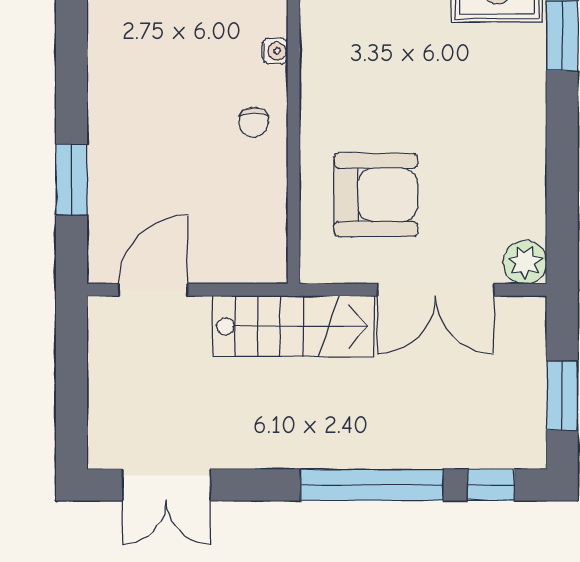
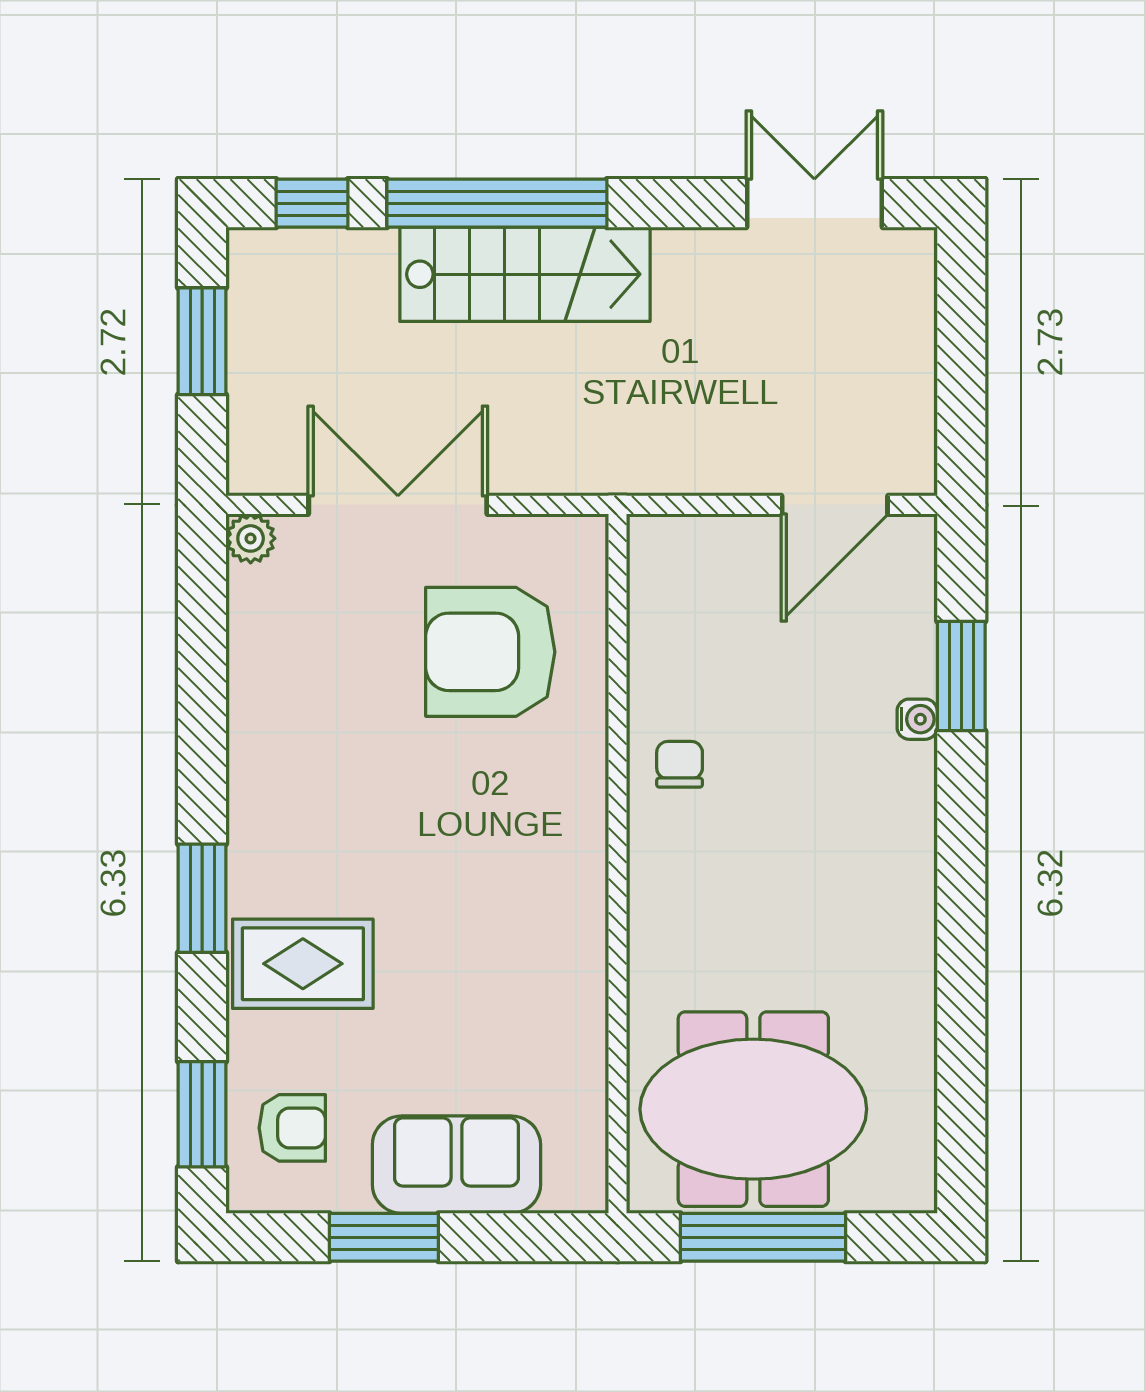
water cooler: (275, 51) -> (917, 719), moved, turned 180
plant: (525, 262) -> (251, 538), width x0.73, depth x0.73
stairs: (293, 326) -> (525, 274), moved, turned 180

